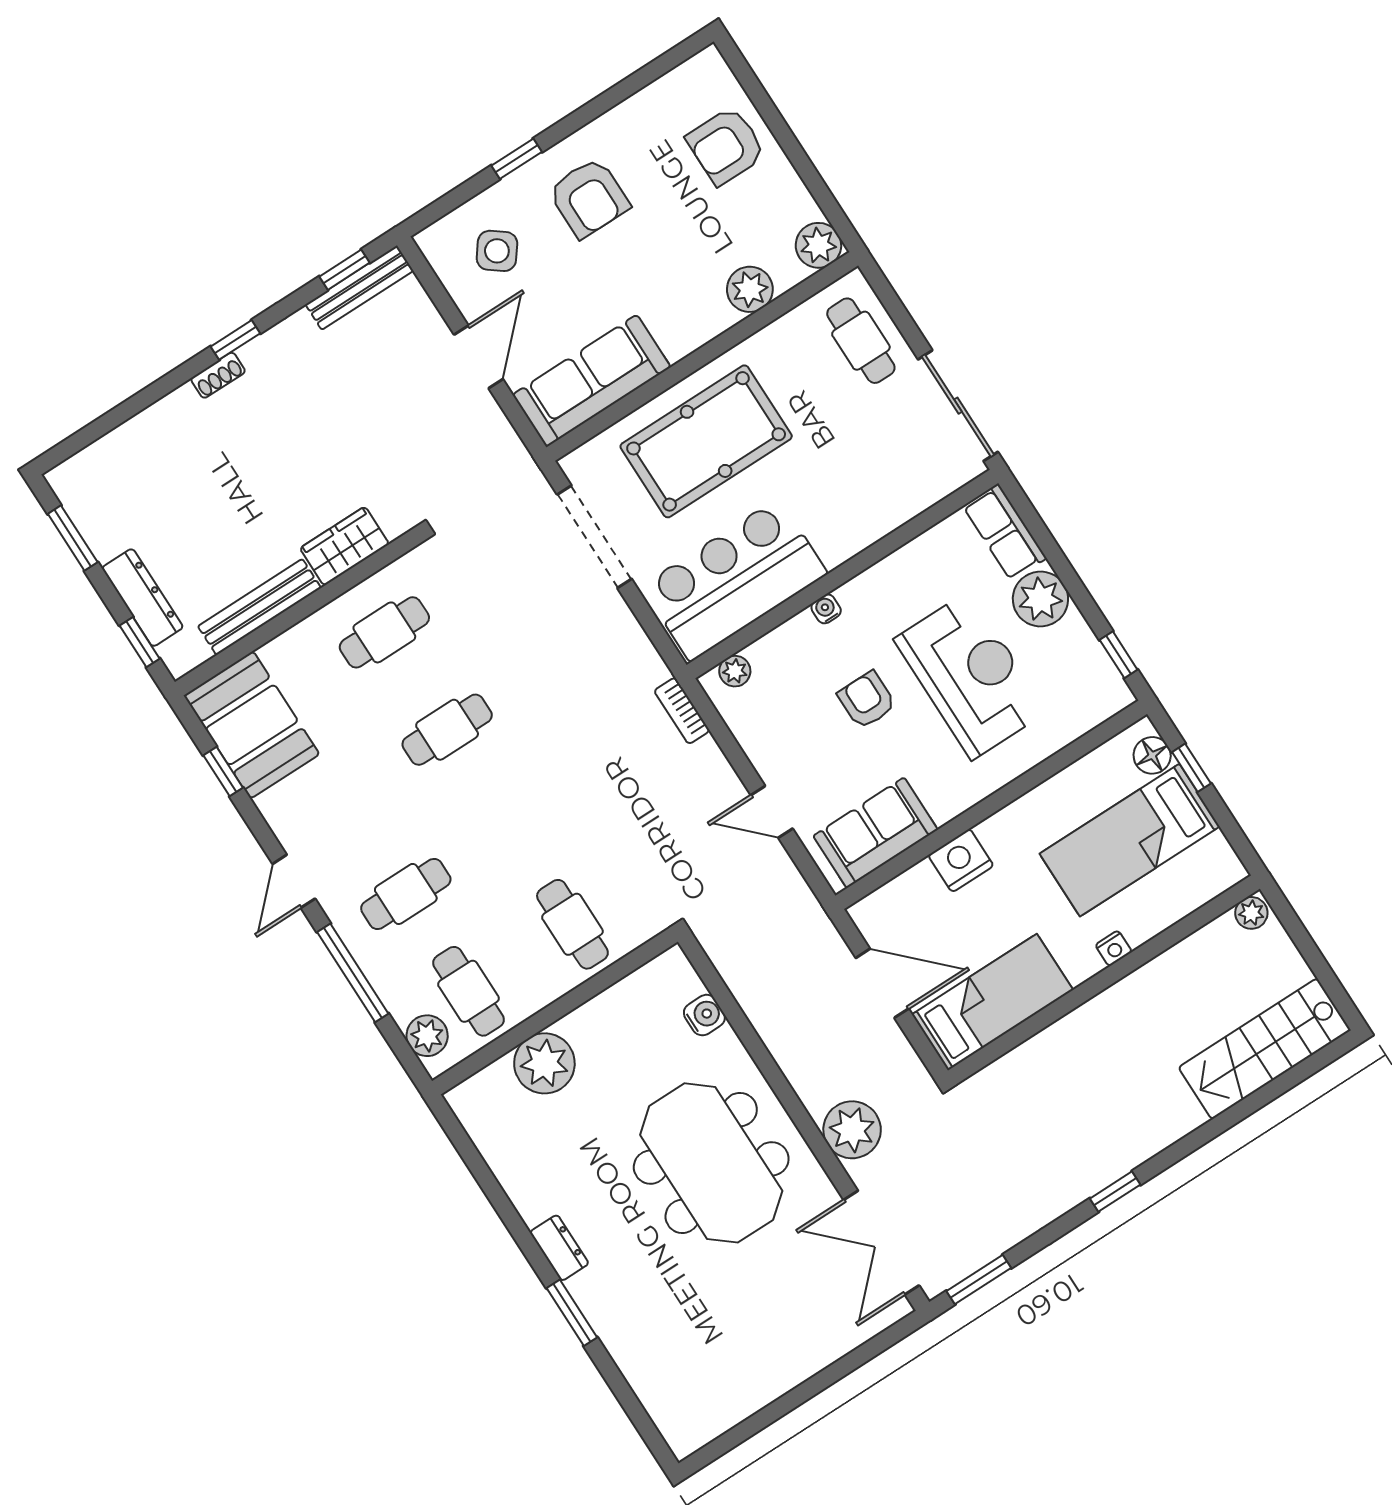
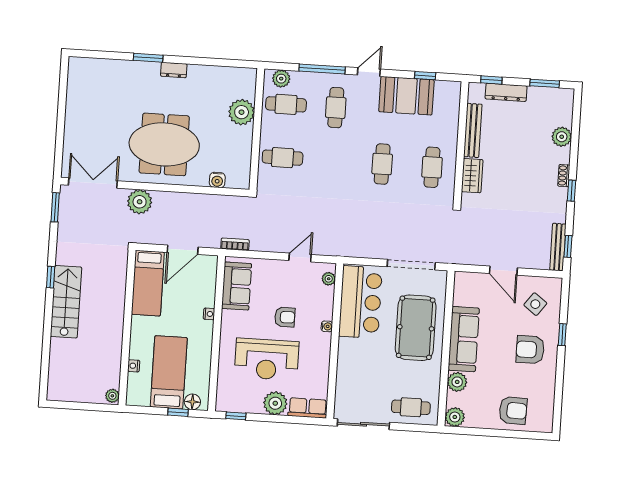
armchair: (726, 146) -> (513, 410), turned 92
sofa: (592, 381) -> (464, 339), moved
plant: (149, 433) -> (562, 137), added
bookcase: (682, 711) -> (235, 244), moved
booth: (252, 725) -> (406, 96), moved
door: (772, 812) -> (300, 257), moved
nightstand: (961, 860) -> (209, 314), width x0.53, depth x0.56
door: (294, 881) -> (369, 72), hinge flipped
nightstand: (1114, 948) -> (134, 366), moved
stairs: (1265, 1049) -> (66, 302), moved

